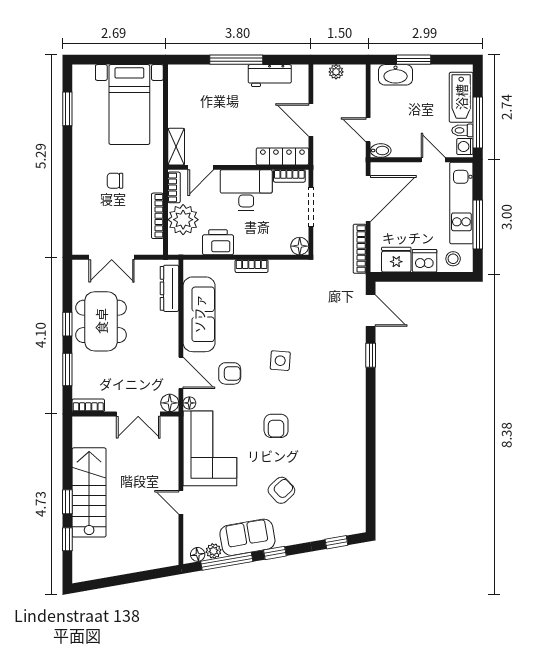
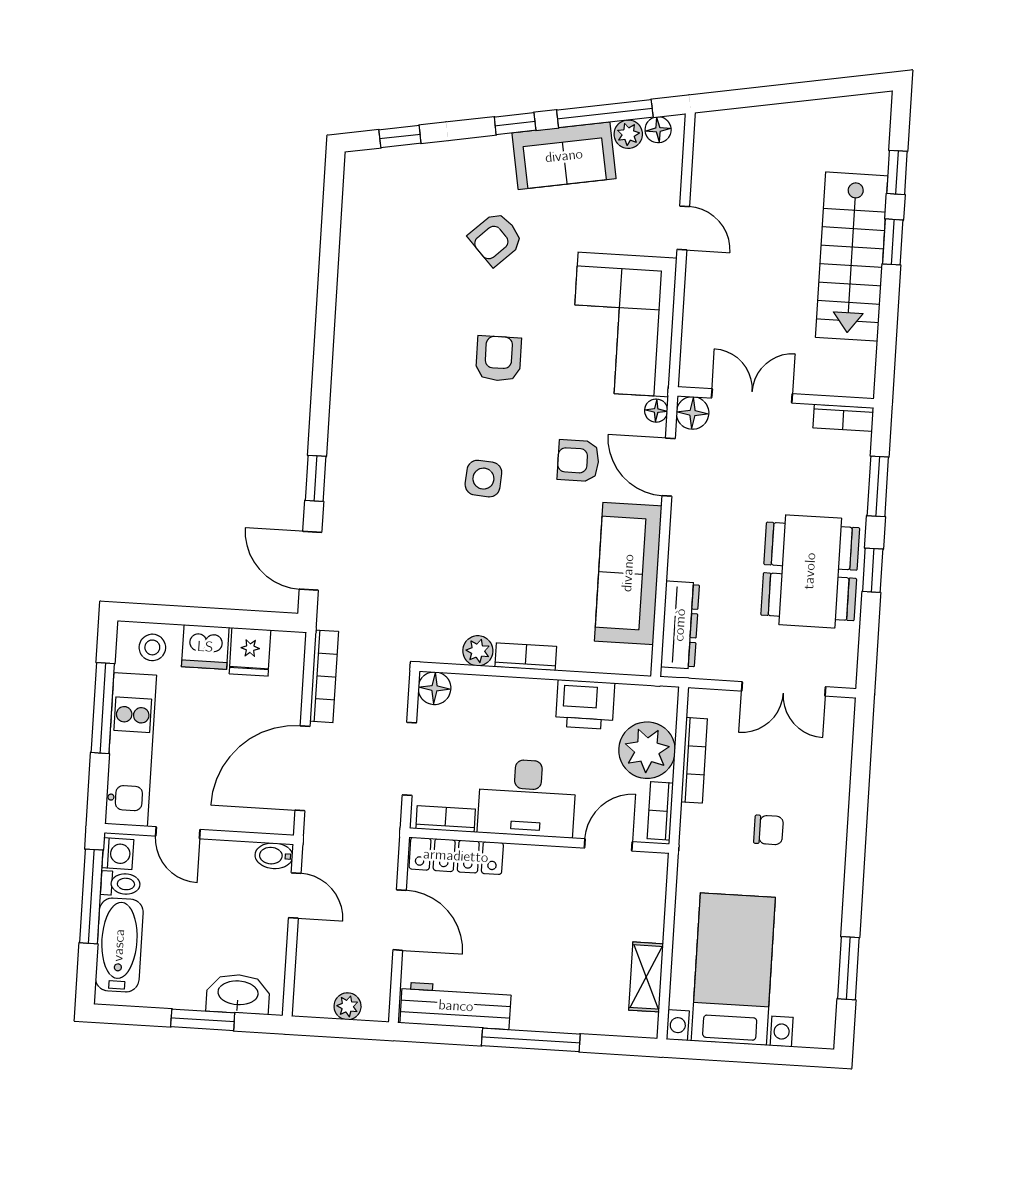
workbench: (270, 76) -> (456, 1006), width x1.38
shelving: (176, 147) -> (646, 977), moved
double door: (112, 257) -> (784, 689), swing flipped
fridge: (396, 260) -> (250, 652), width x0.72
plant: (278, 268) -> (478, 651), added

